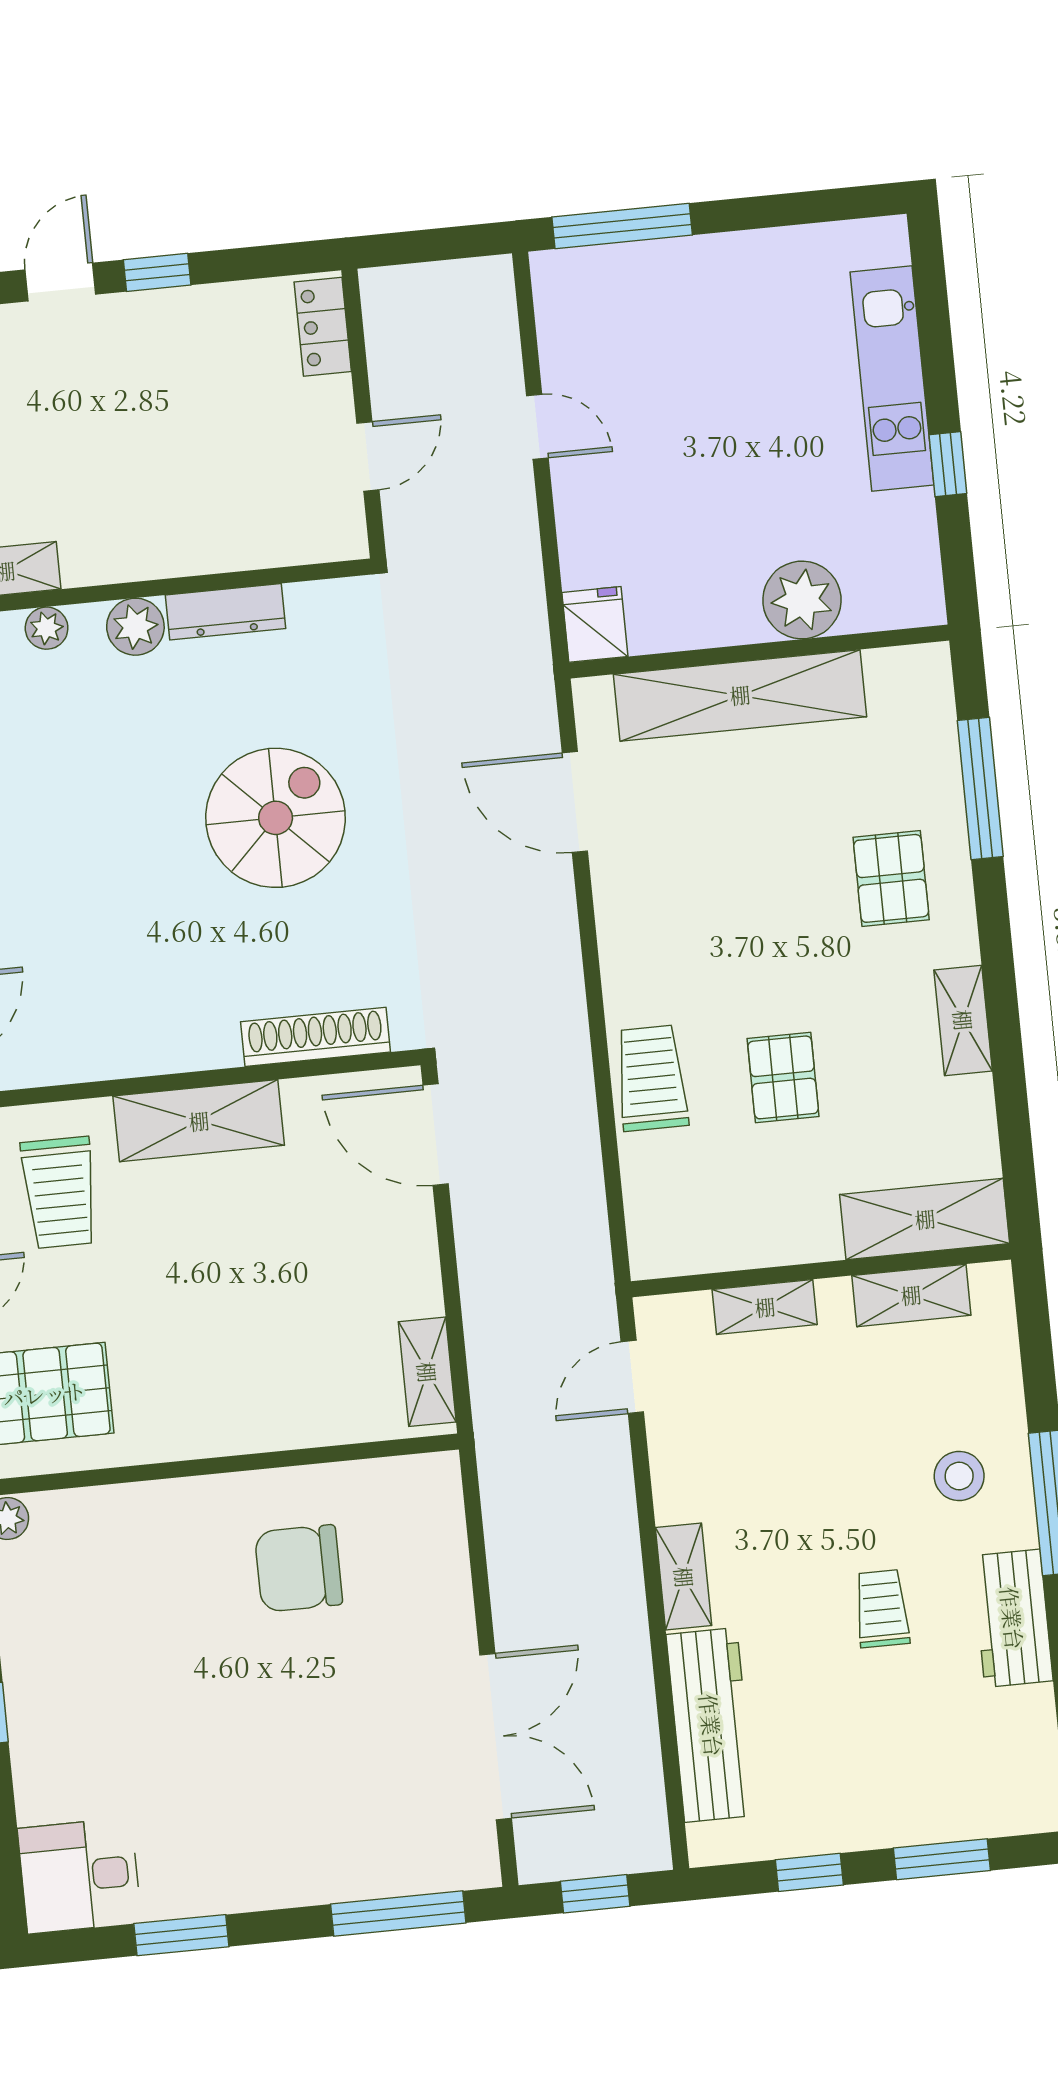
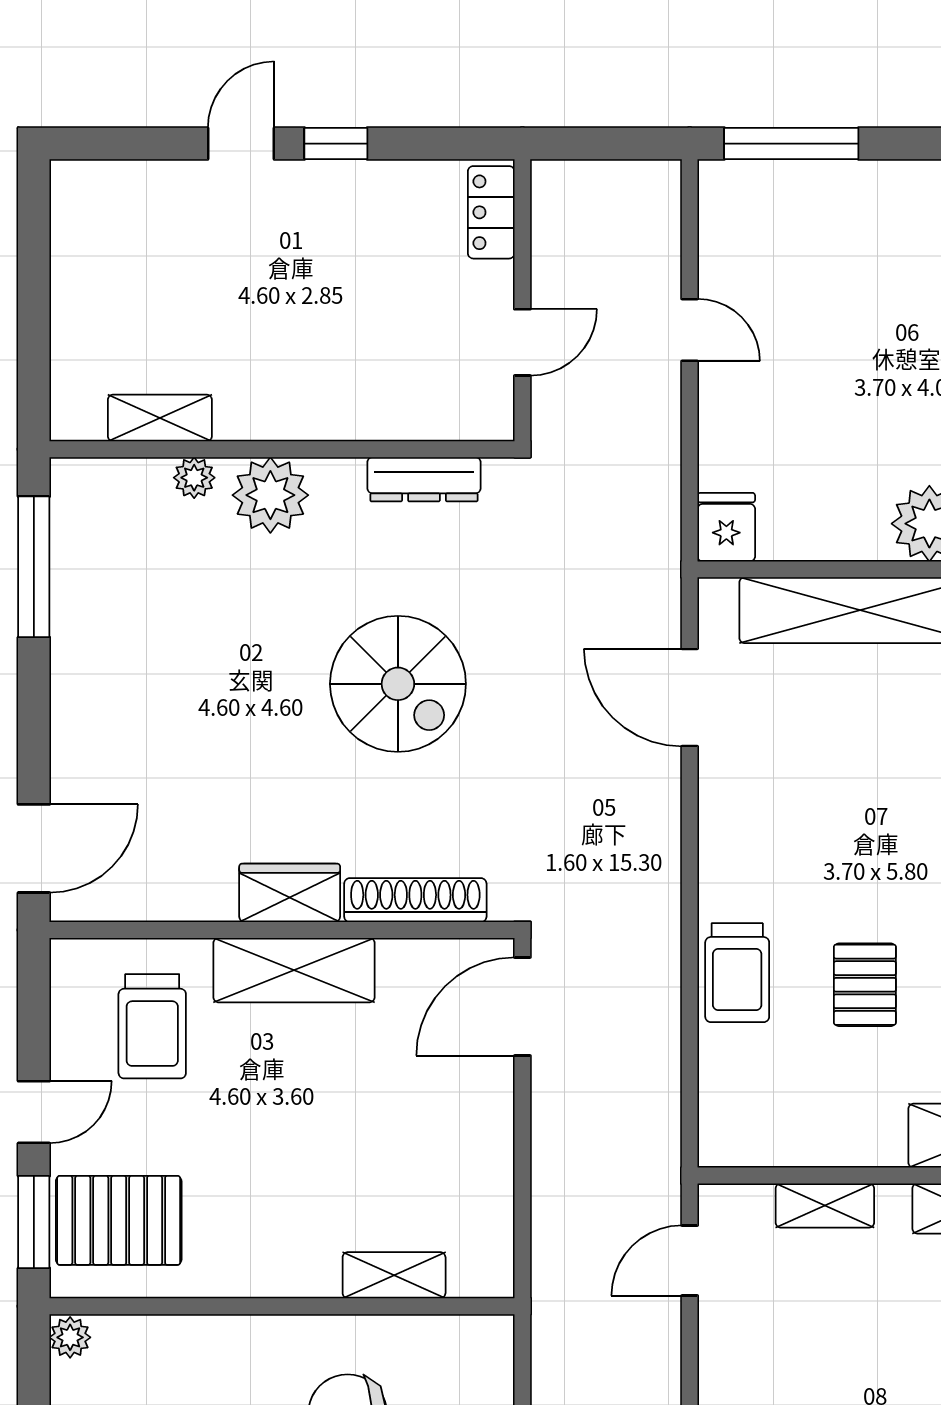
dresser: (225, 612) -> (424, 479), moved
plant: (135, 627) -> (270, 495), width x1.36, depth x1.36
spiral stairs: (276, 818) -> (398, 684), turned 90
wardrobe: (186, 1042) -> (290, 893), added
trolley: (651, 1078) -> (737, 973), turned 180
door: (436, 1135) -> (522, 1006), hinge flipped
shelving: (427, 1372) -> (394, 1275), moved, turned 90

